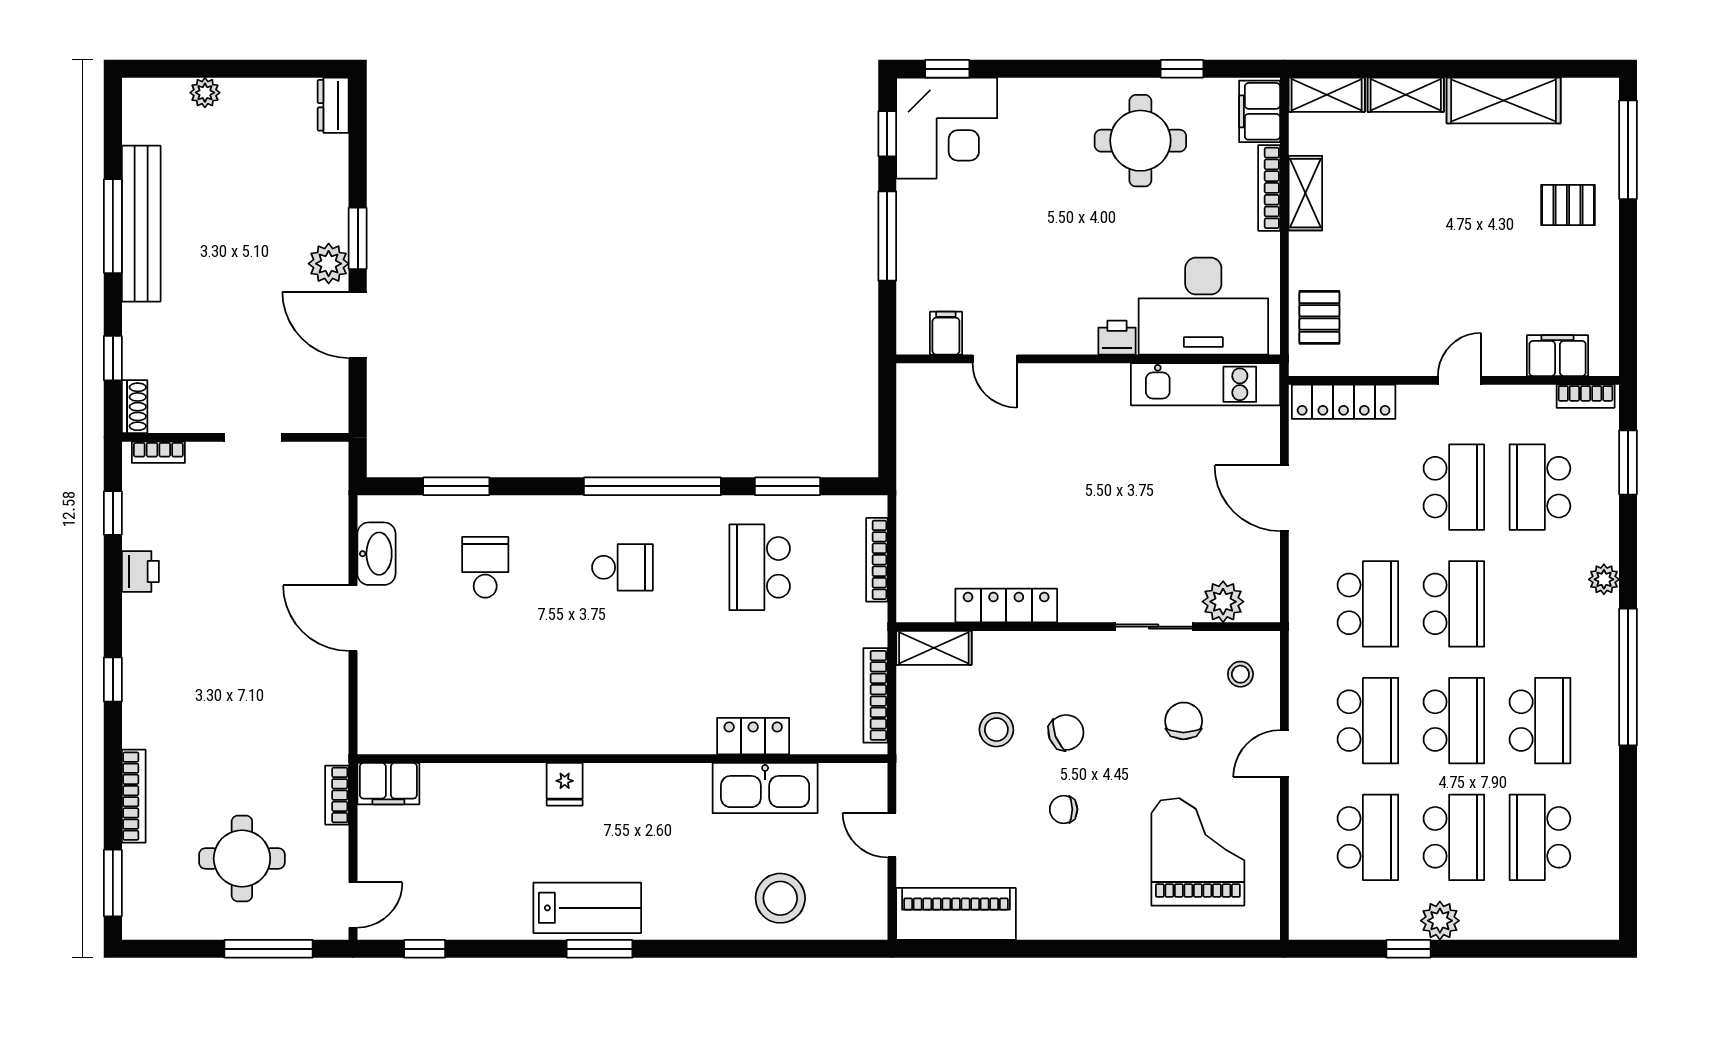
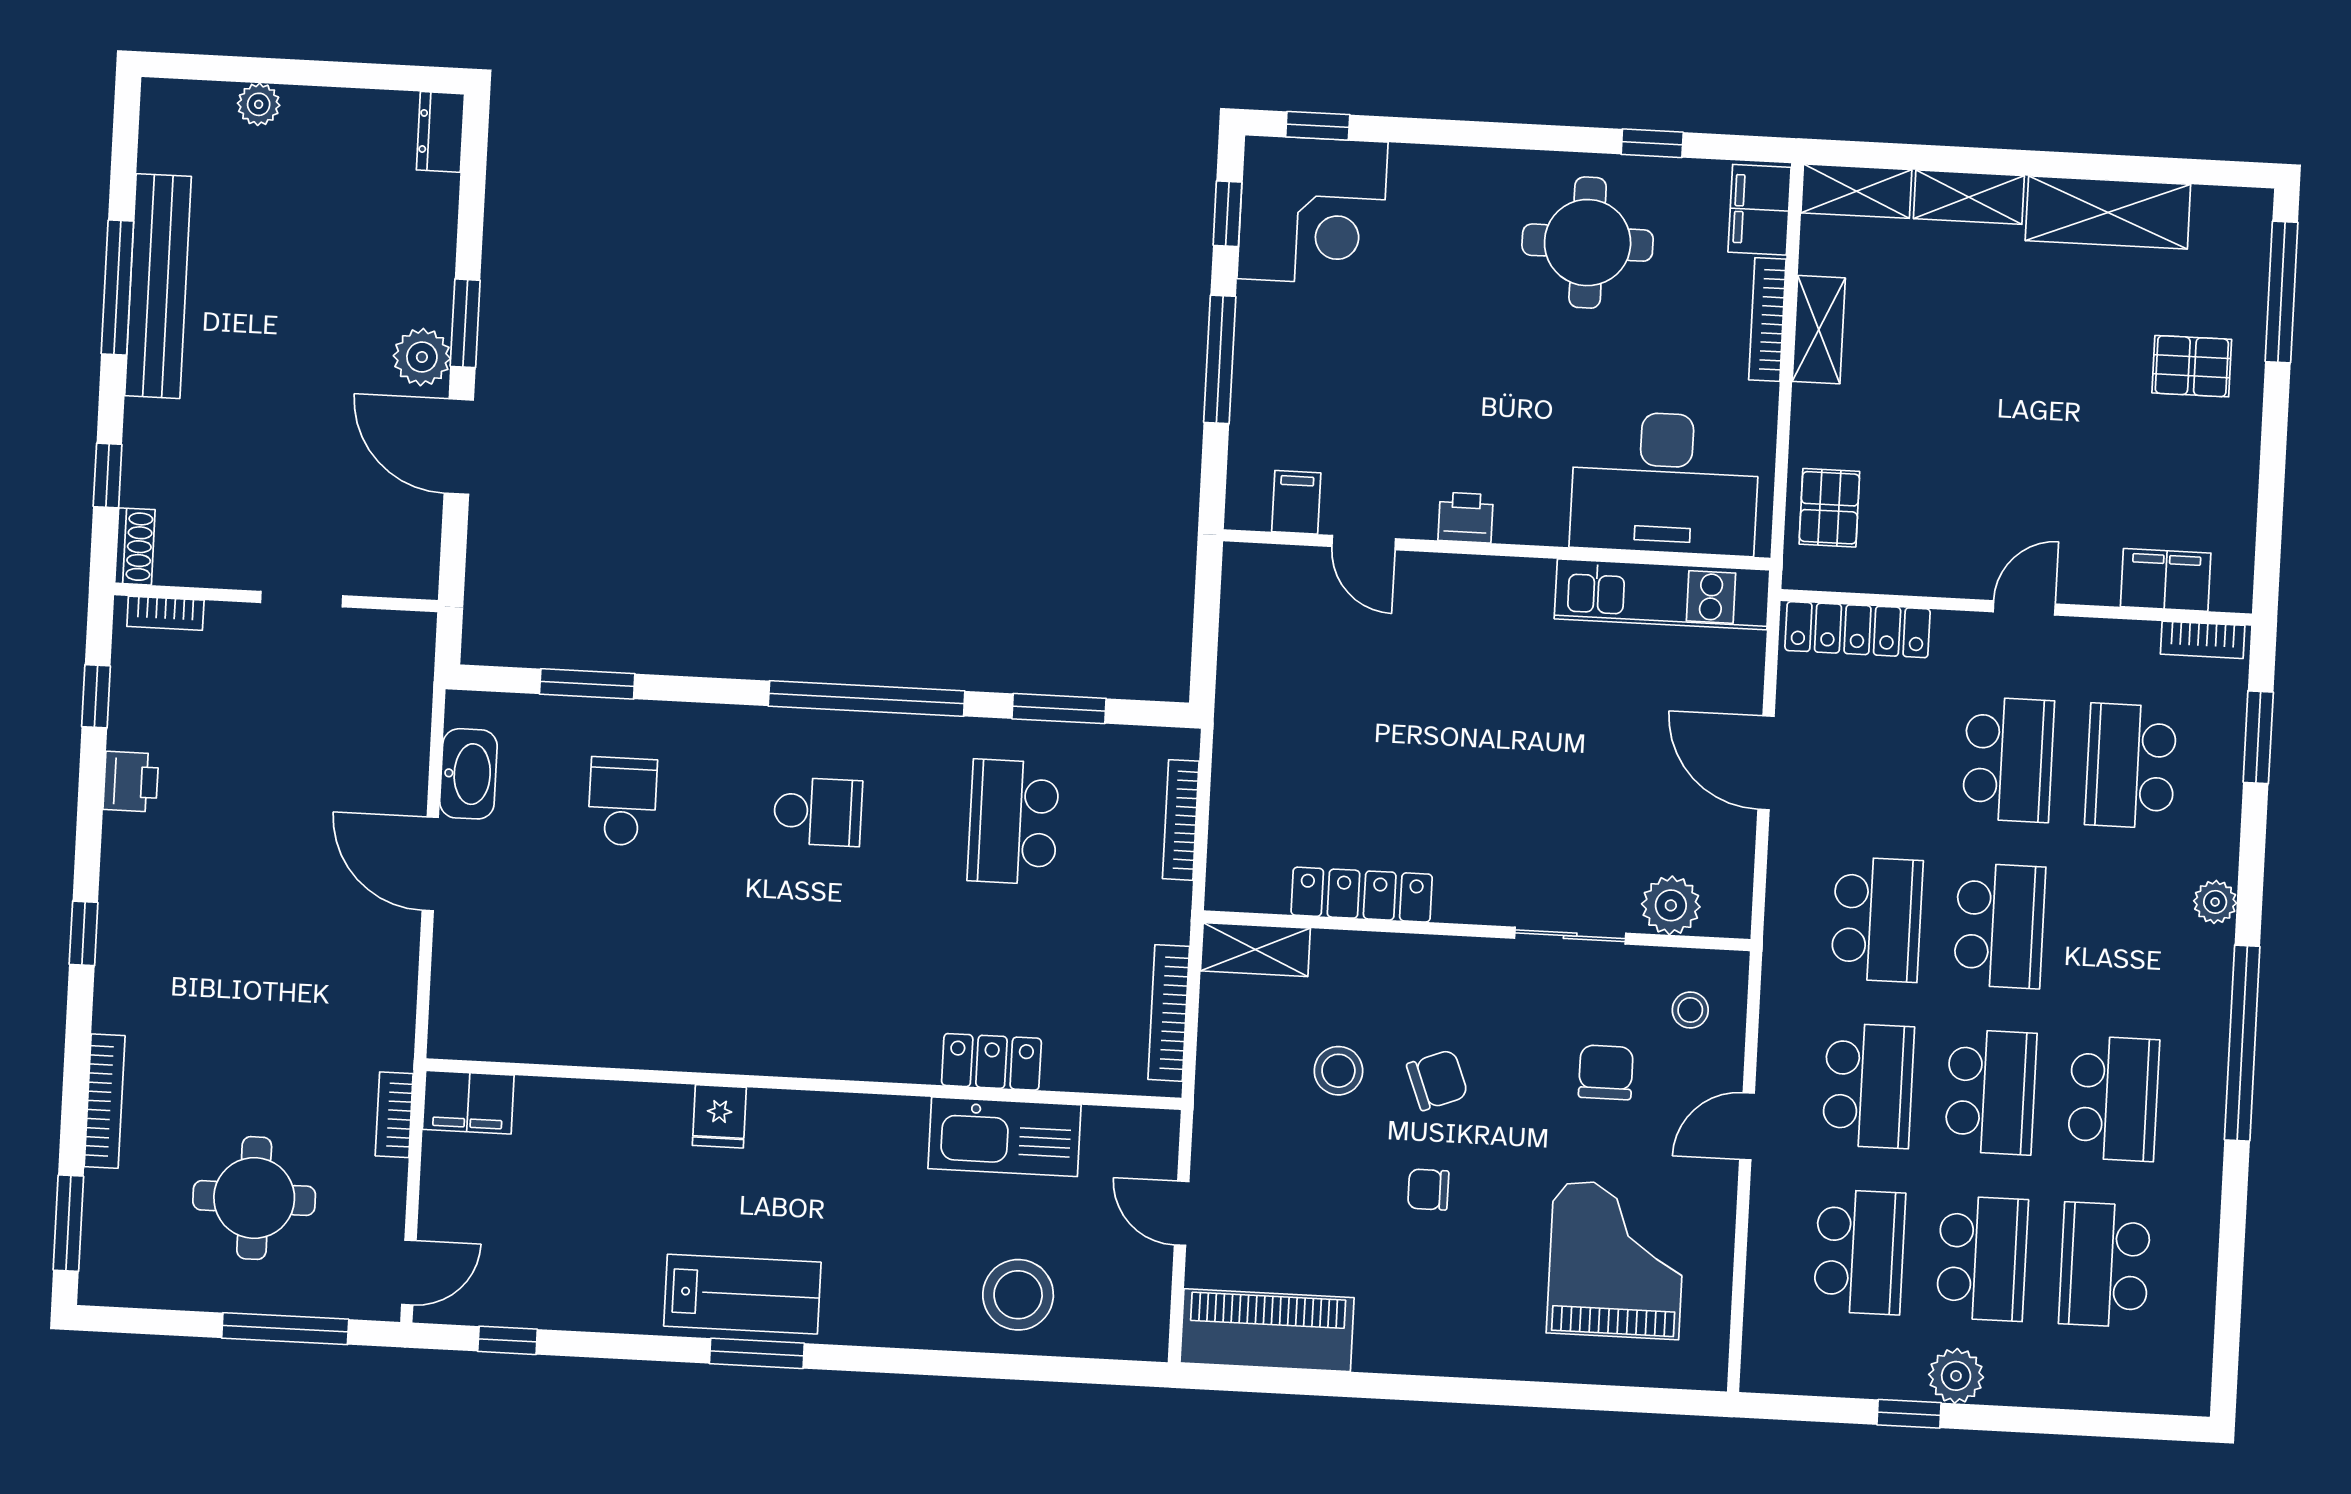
printer: (1117, 338) -> (1466, 518), moved

